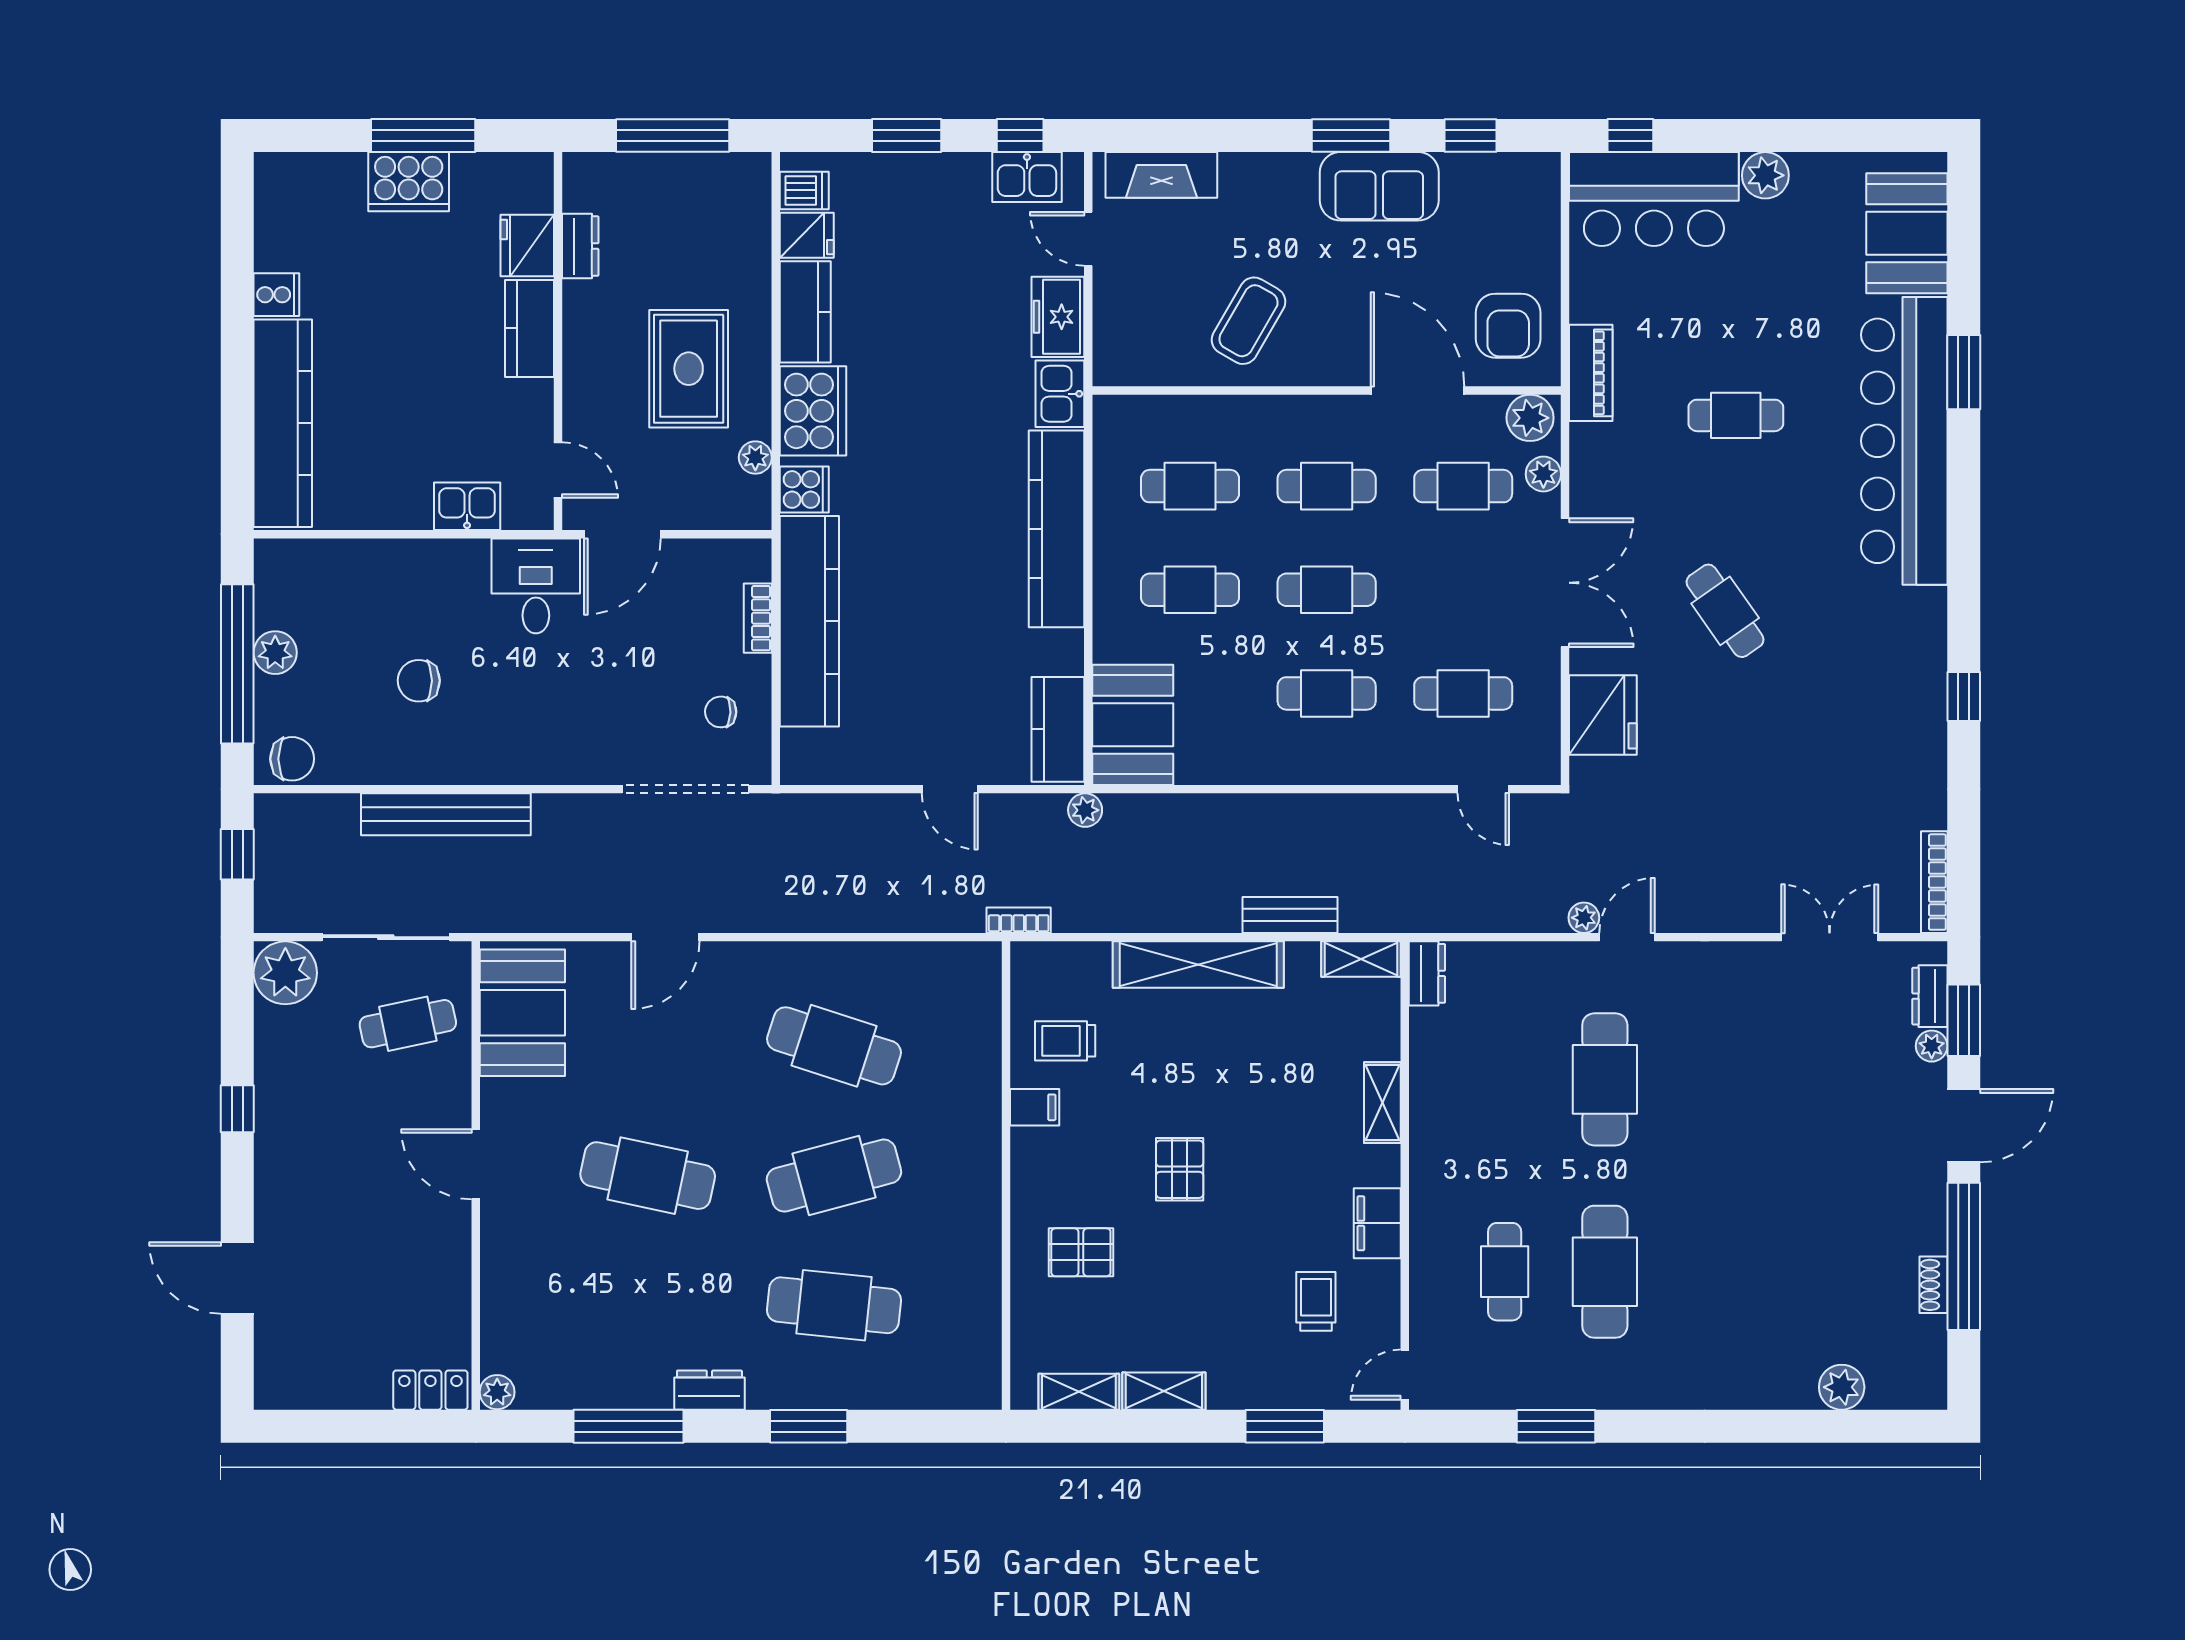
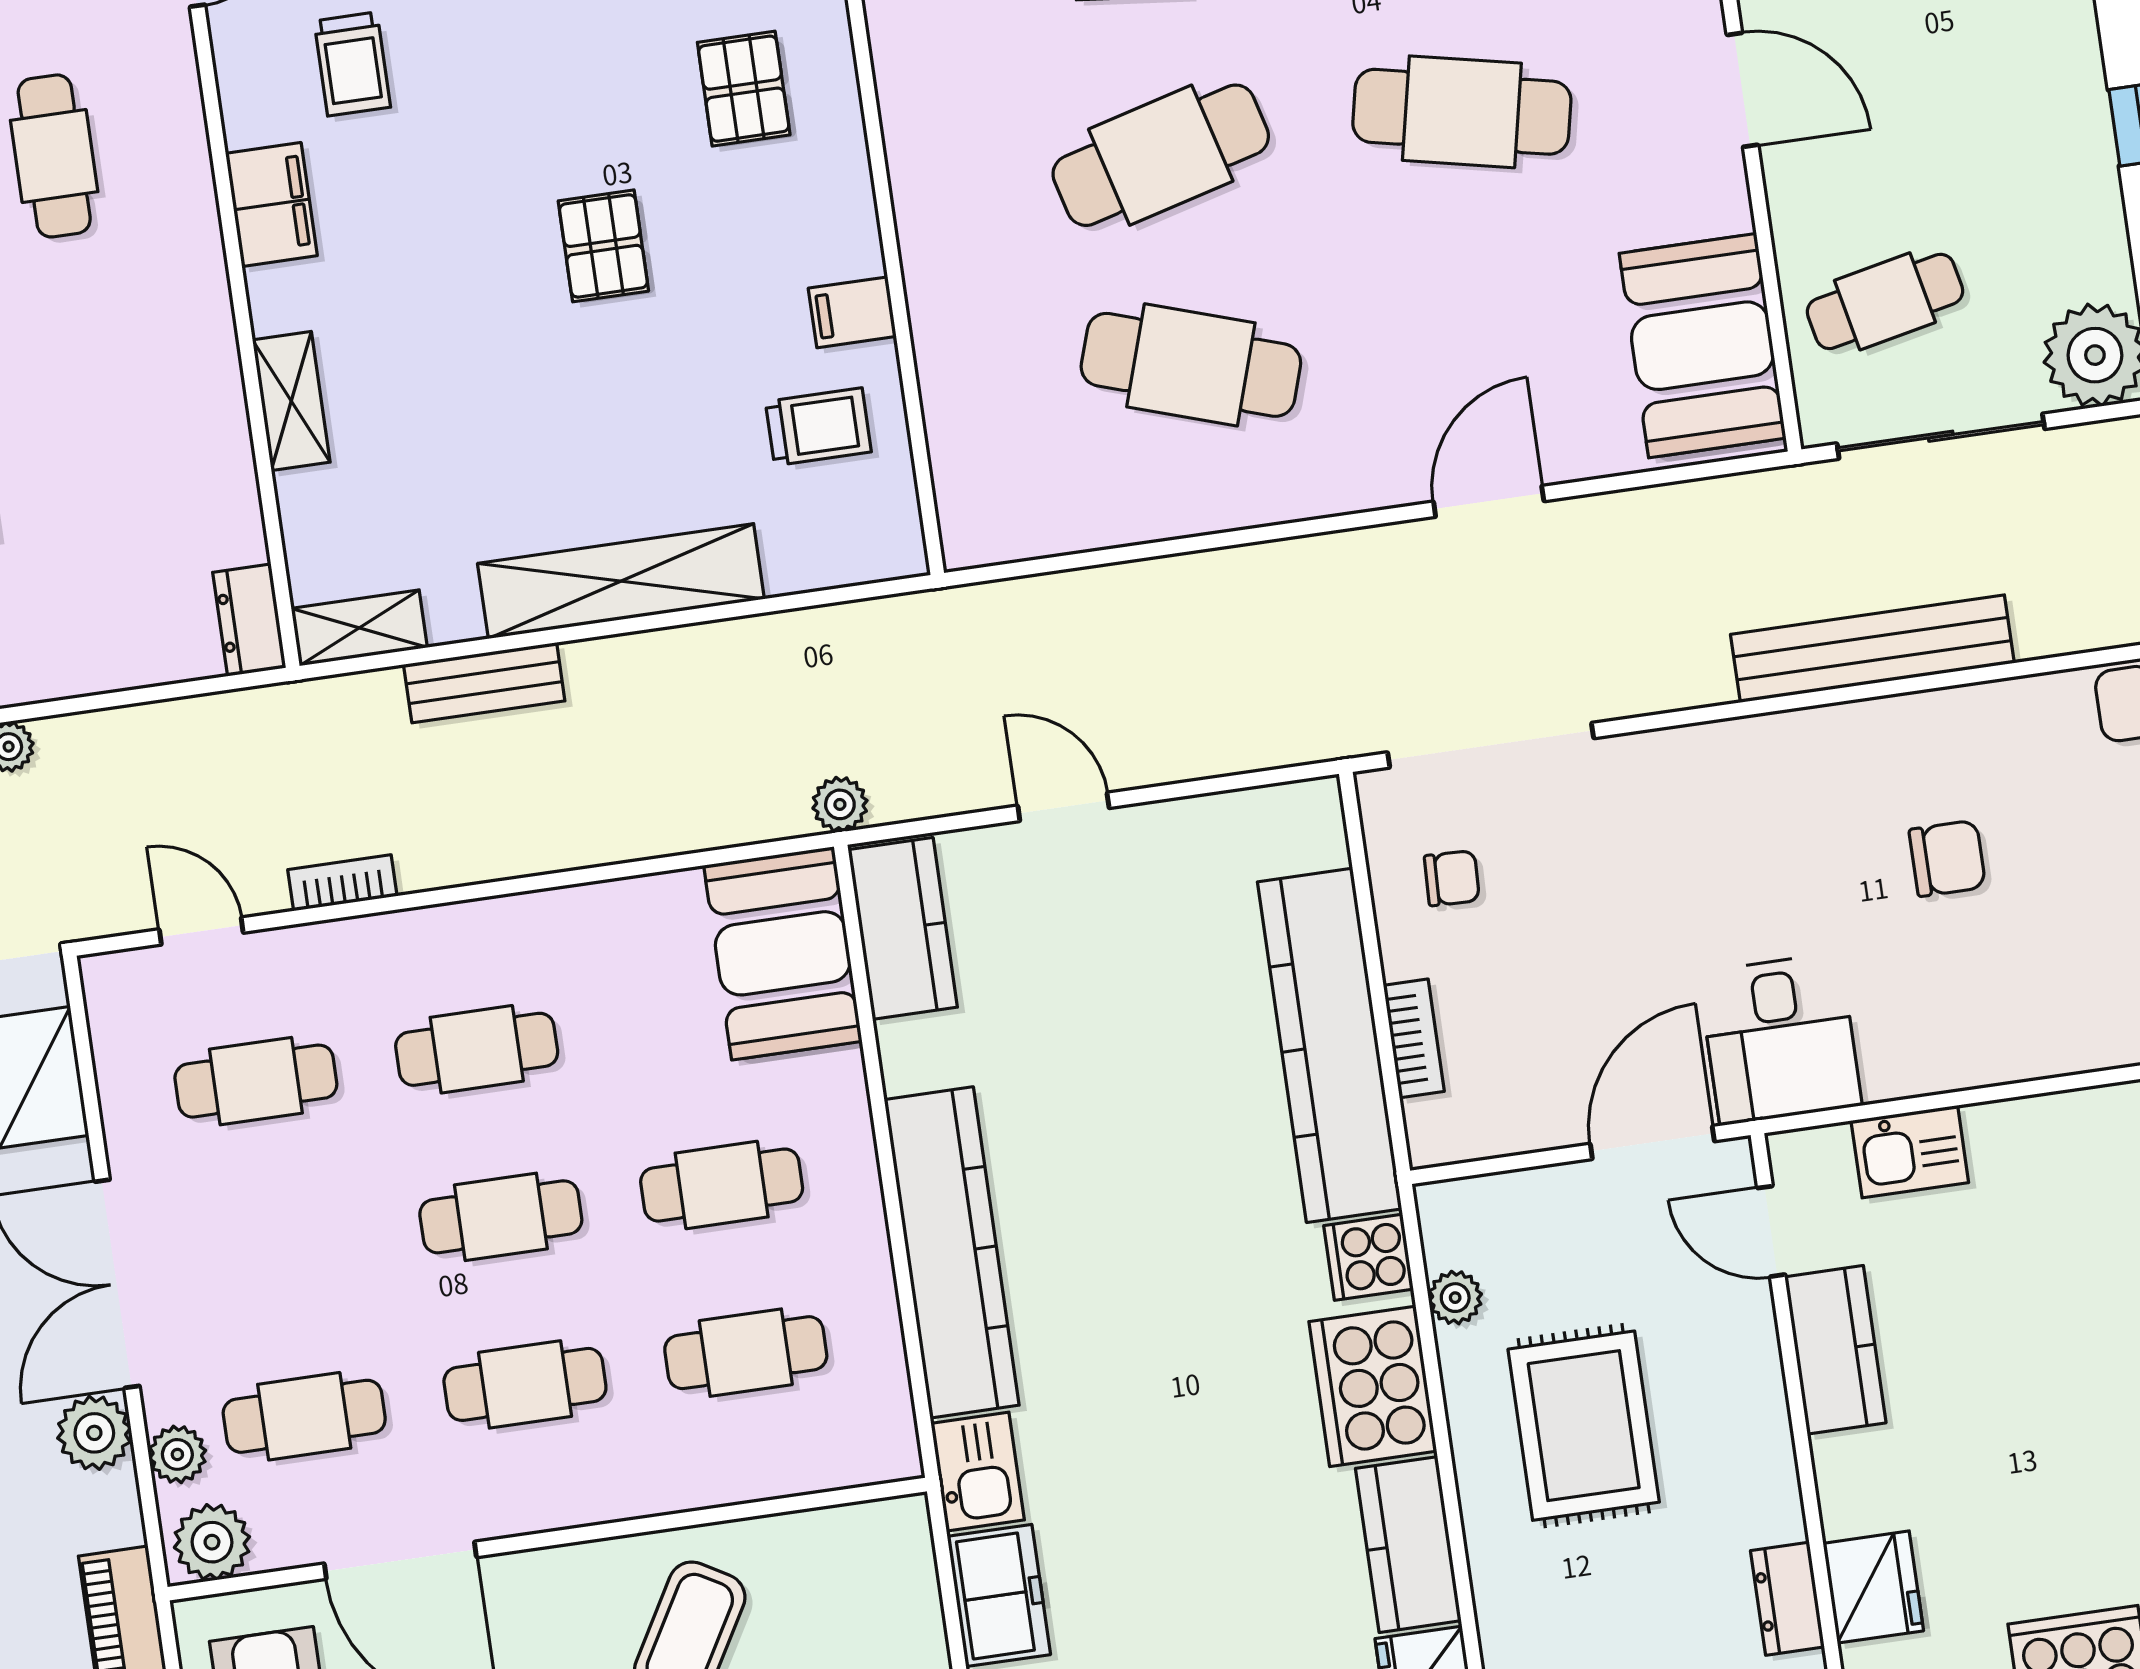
kitchen counter: (529, 328) -> (1835, 1350), moved
plant: (1592, 494) -> (94, 1433), added
bookcase: (1019, 920) -> (342, 883), moved, turned 180
pallet: (1081, 1252) -> (744, 89), turned 90

